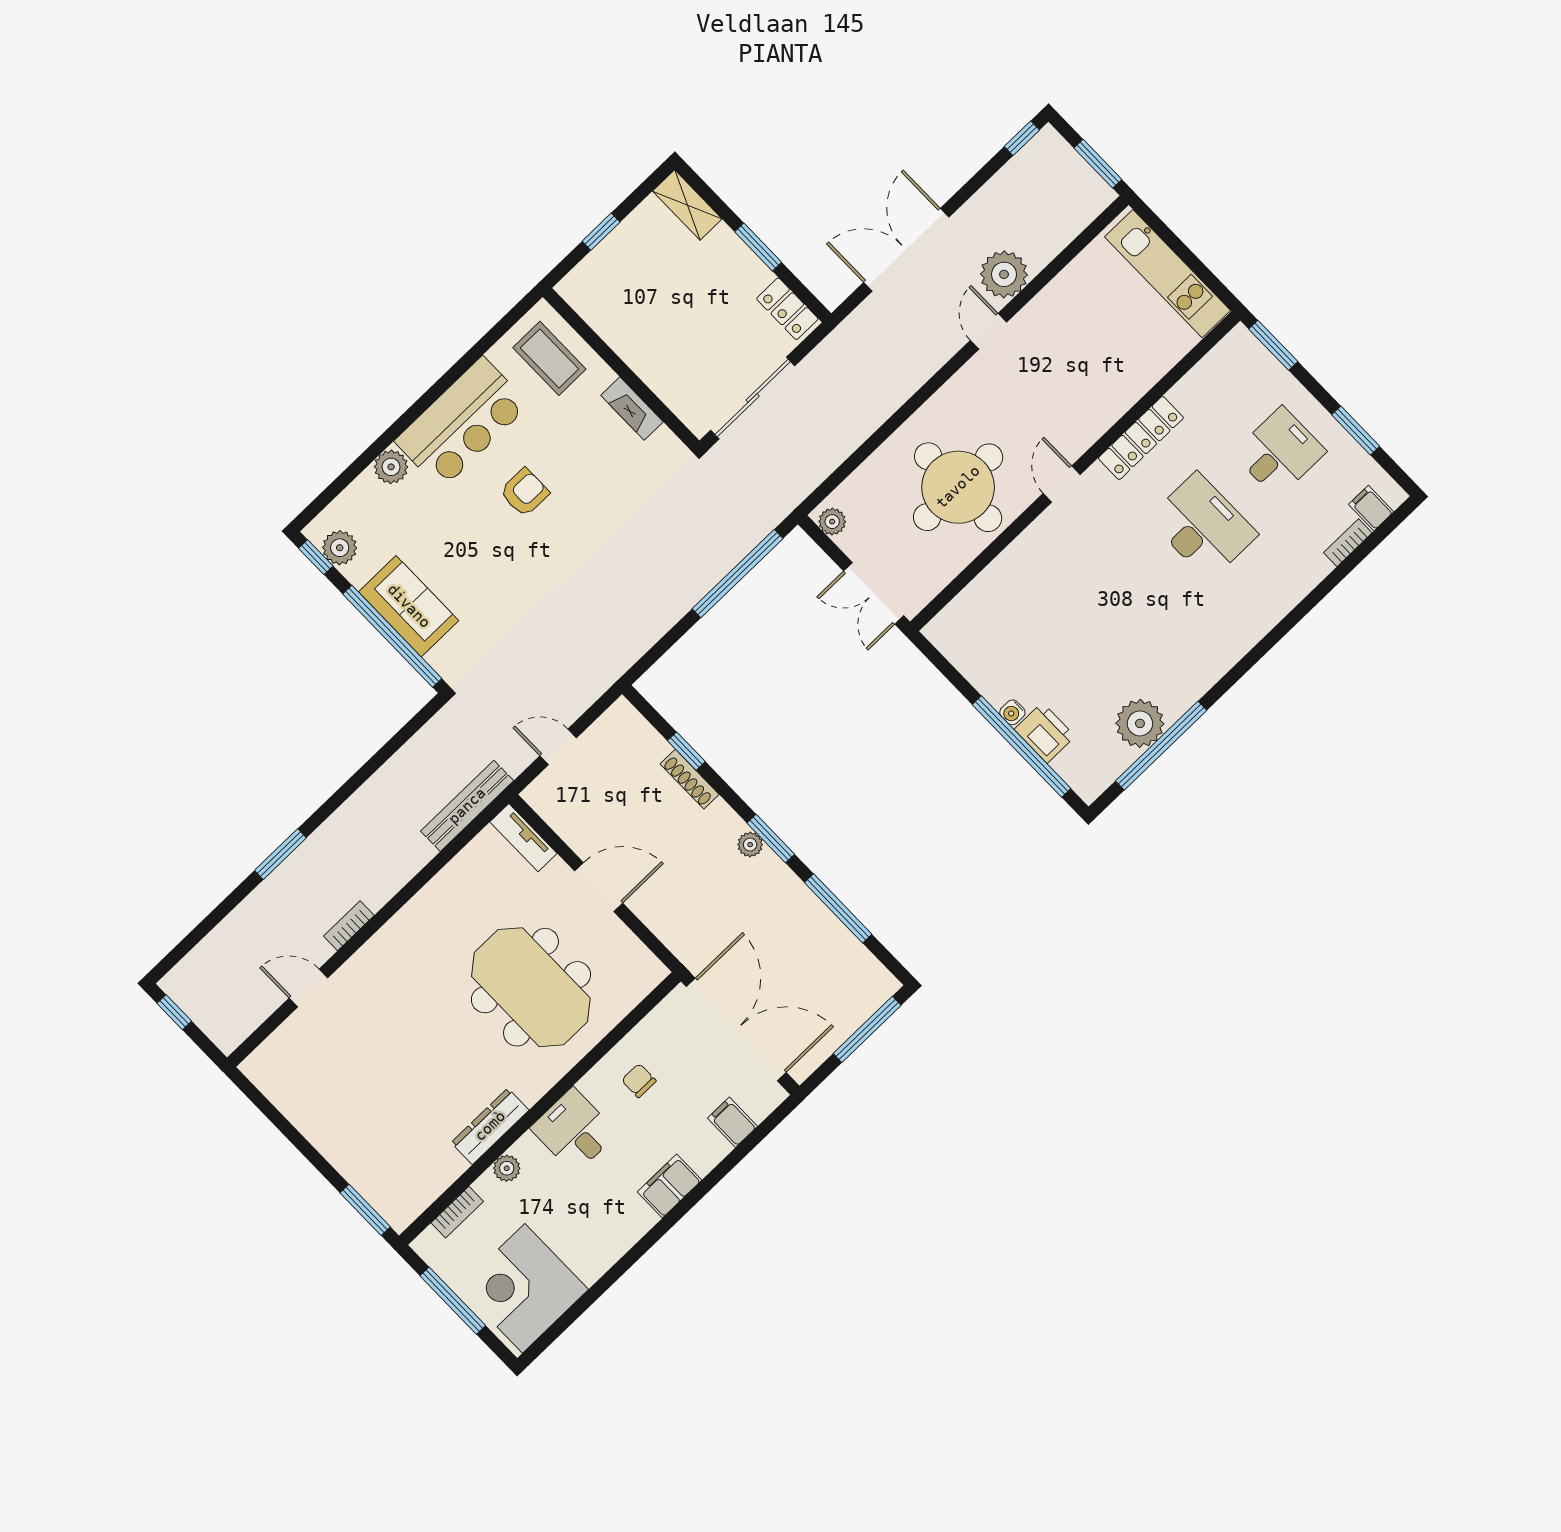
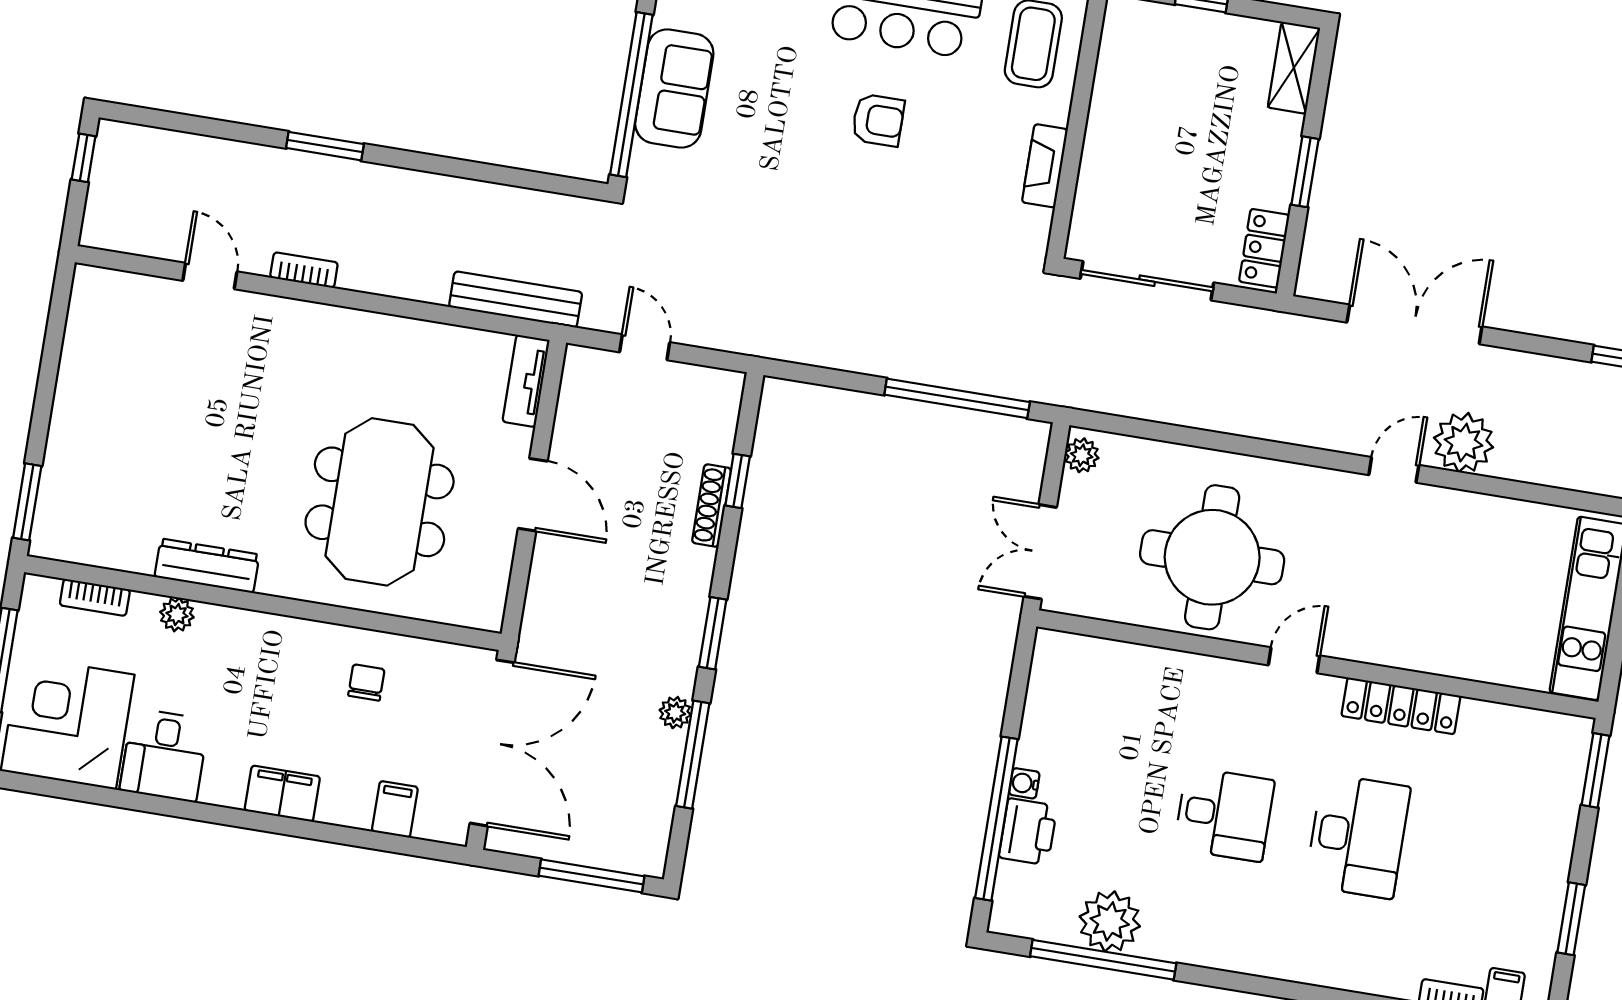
desk: (1280, 452) -> (1224, 814), moved
plant: (750, 845) -> (675, 713), moved
desk: (574, 1131) -> (164, 755), moved, turned 180

